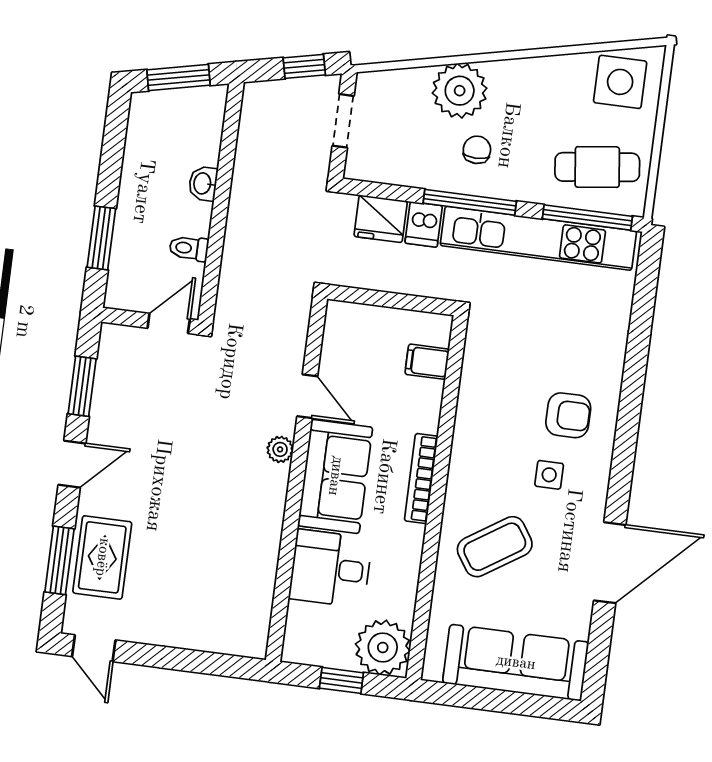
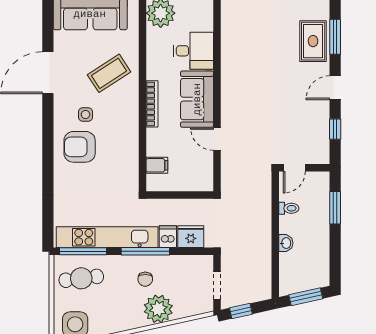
window: (82, 386) -> (335, 129), width x0.67
armchair: (568, 415) -> (80, 147), width x1.38, depth x1.38
plant: (280, 449) -> (228, 110), removed

